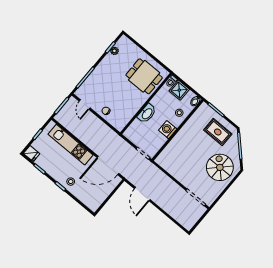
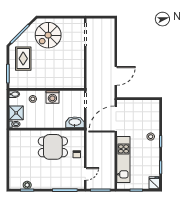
dining table: (144, 76) -> (53, 147), moved, turned 90
washbasin: (147, 113) -> (75, 122), moved
door: (108, 165) -> (116, 119), swing flipped

